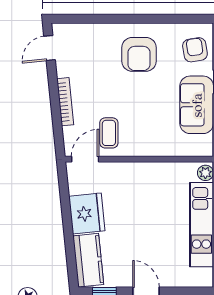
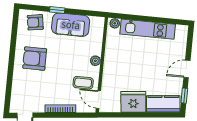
armchair: (139, 54) -> (35, 58), turned 180
plant: (145, 149) -> (95, 61), added

